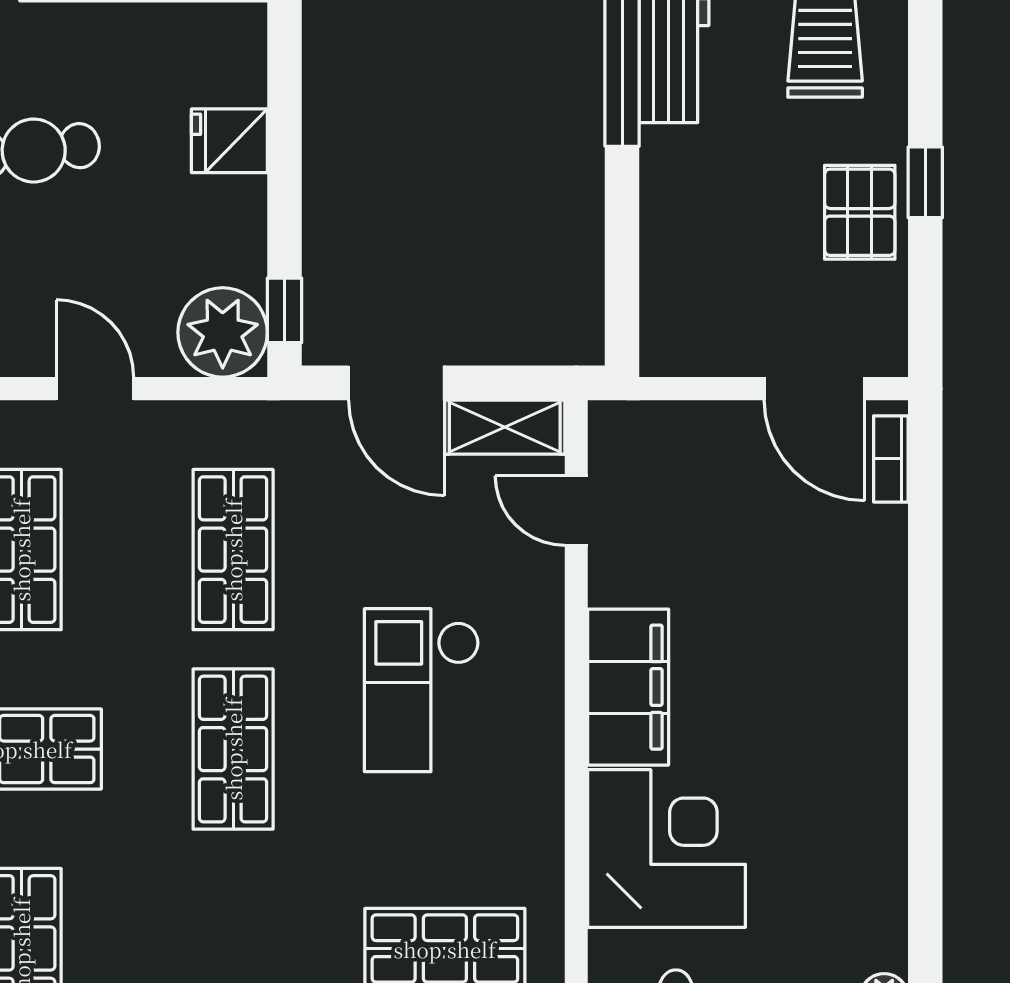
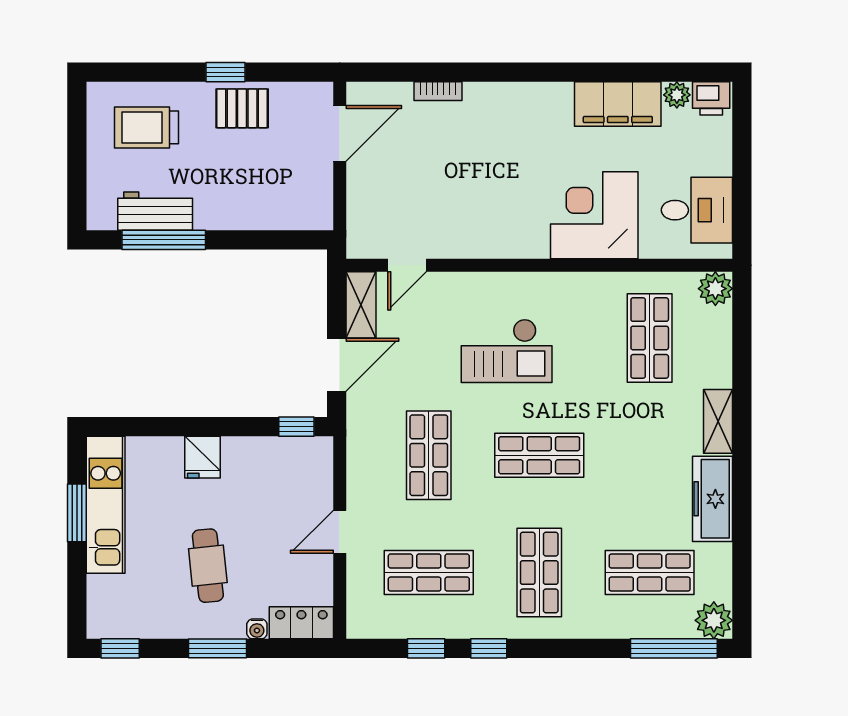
plant: (223, 332) -> (309, 461), removed
bookcase: (891, 459) -> (438, 91), moved
shop shelf: (233, 550) -> (429, 455), turned 90
filing cabinet: (628, 687) -> (618, 104), moved, turned 180

